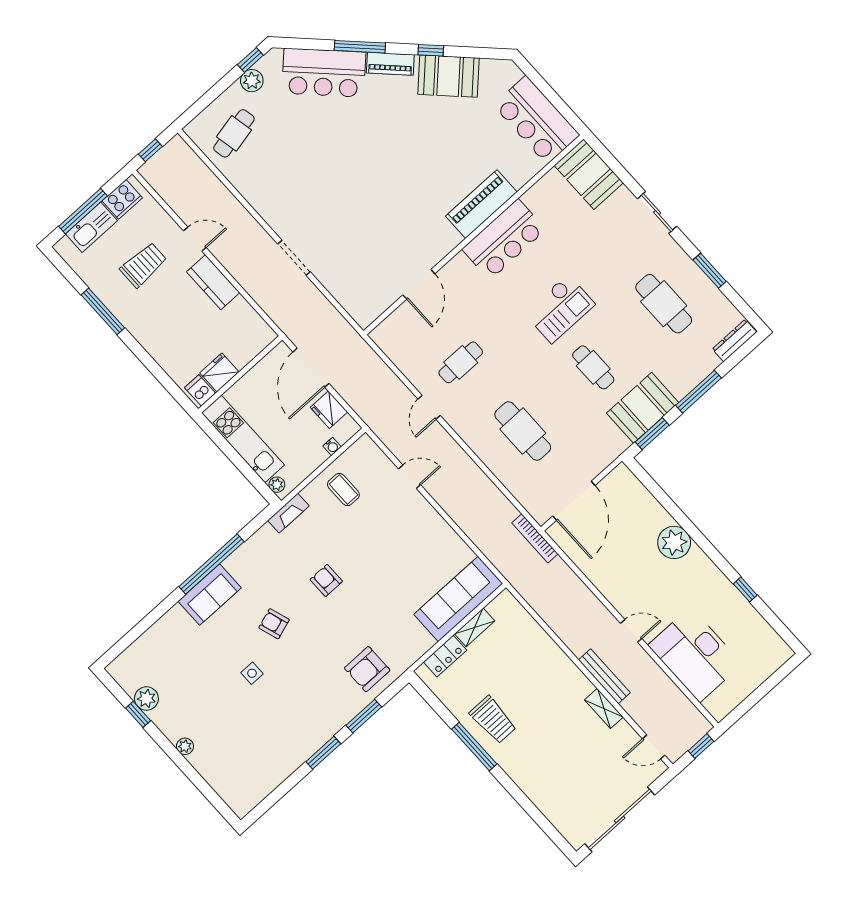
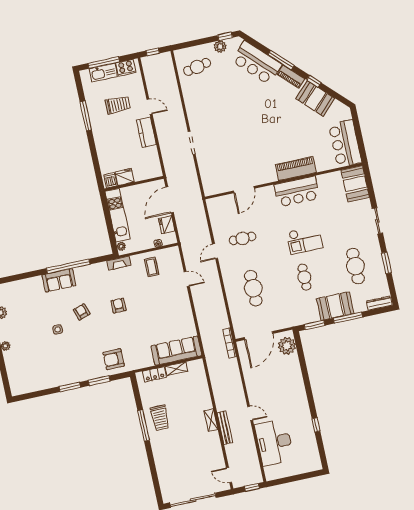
booth: (643, 408) -> (335, 306), moved
plant: (674, 542) -> (287, 346), moved
shelving: (604, 708) -> (211, 420), moved

